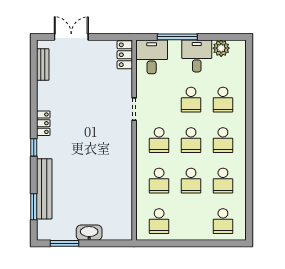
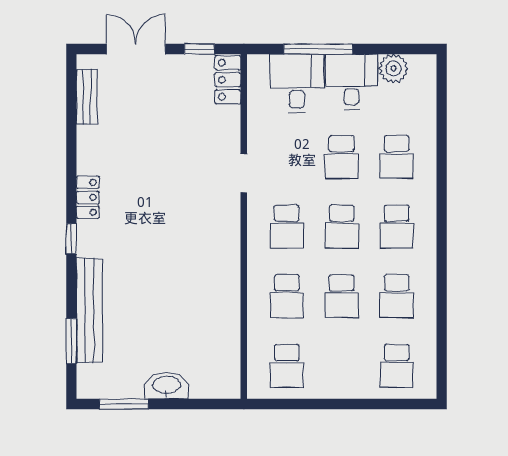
window: (108, 37) -> (199, 49), added
desk: (152, 57) -> (297, 83), moved

